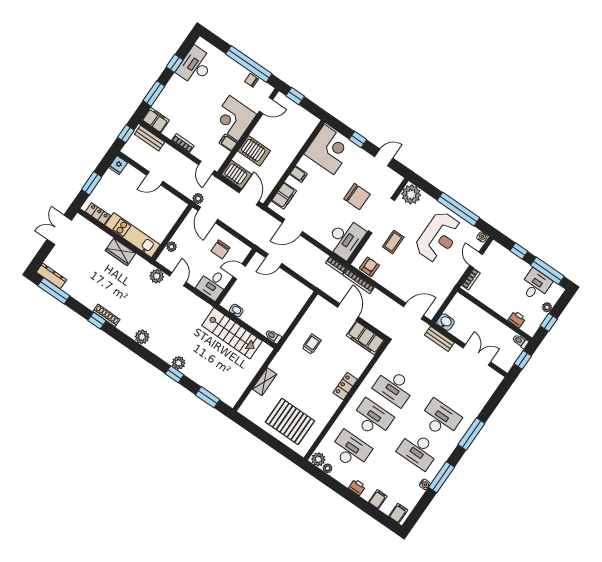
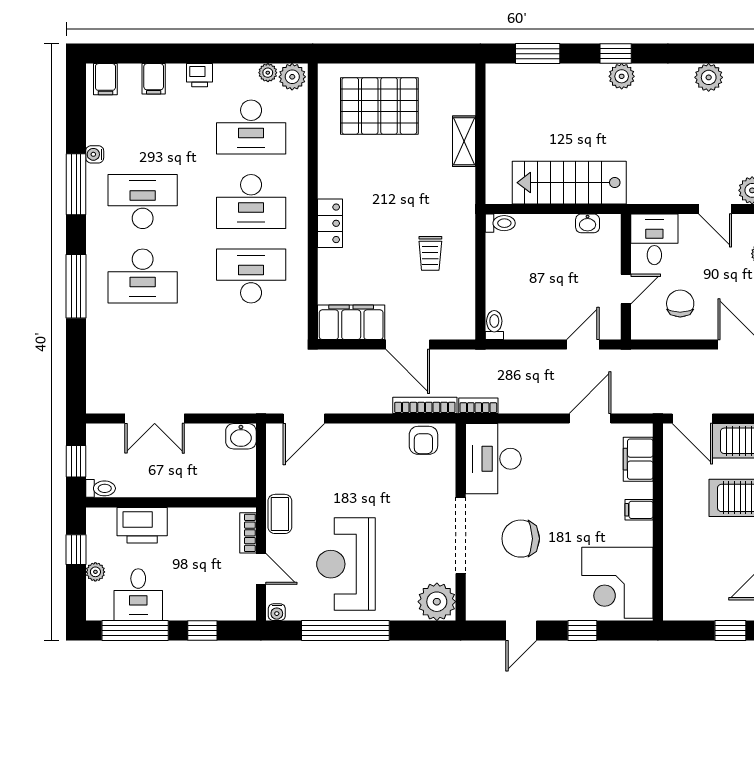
coffee table: (393, 242) -> (280, 514), moved
toilet: (306, 295) -> (494, 325), added
printer: (517, 319) -> (142, 525), width x1.87, depth x1.48
bench: (439, 339) -> (232, 403), removed

